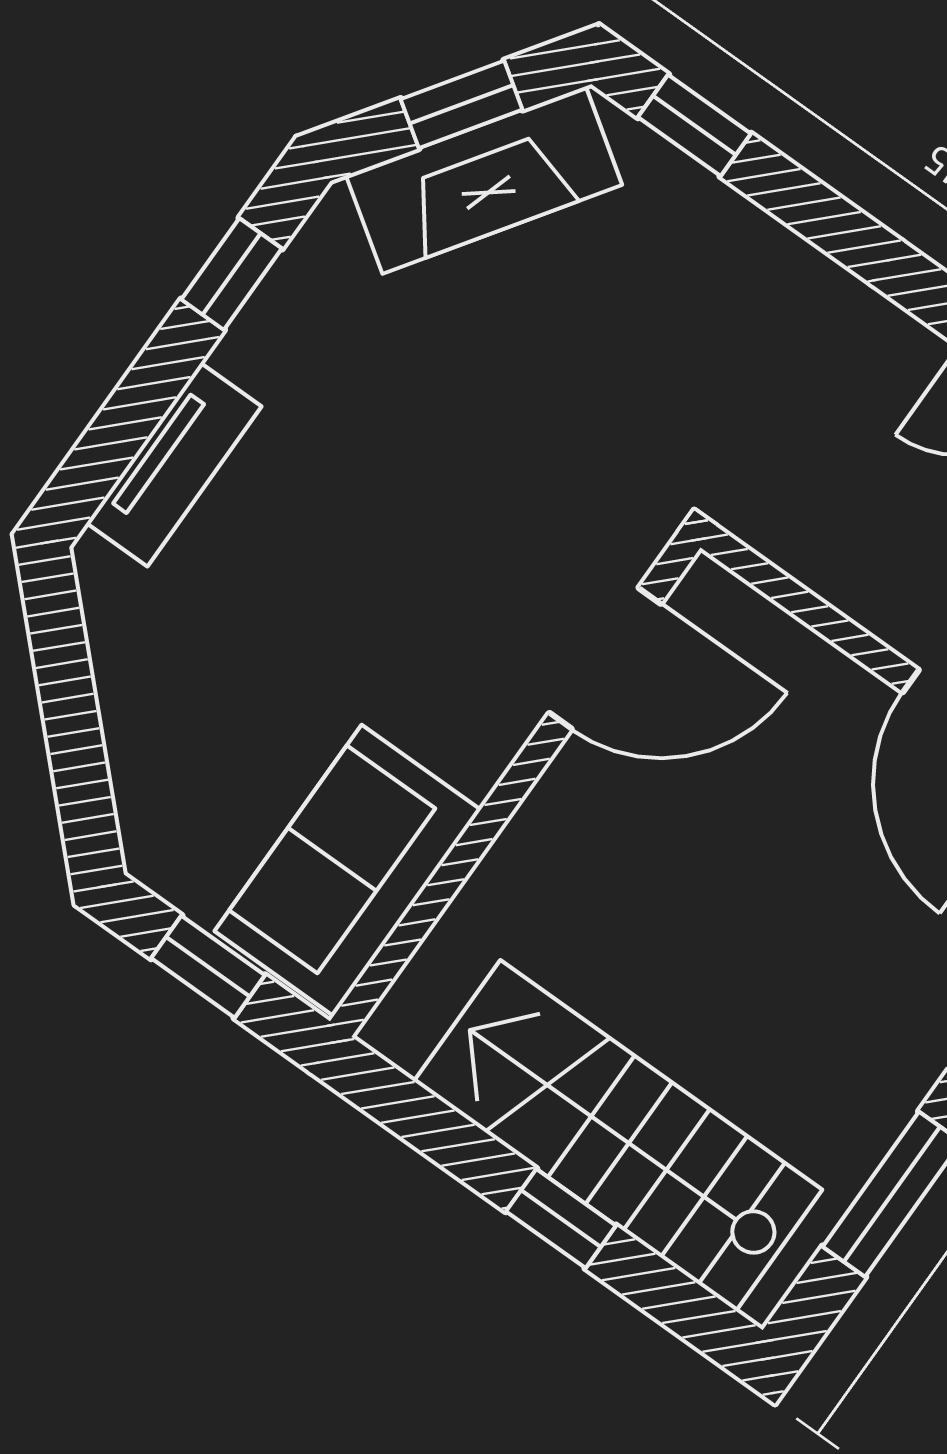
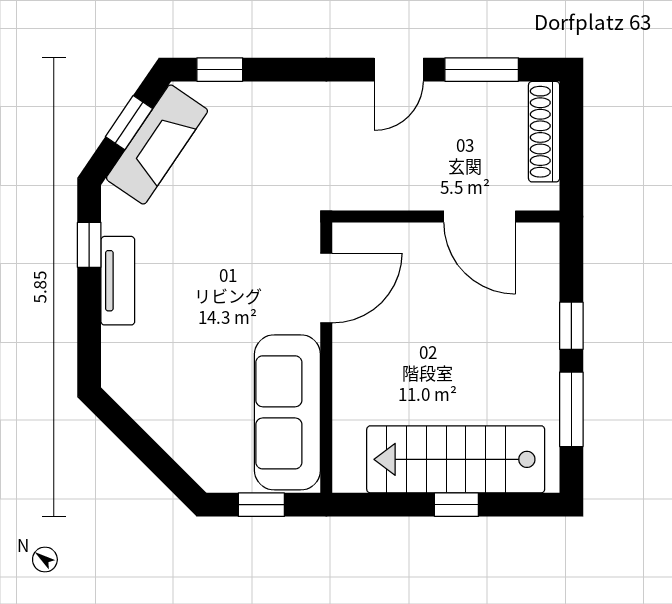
tv unit: (174, 465) -> (118, 281), moved
sofa: (348, 870) -> (287, 412), width x1.36

